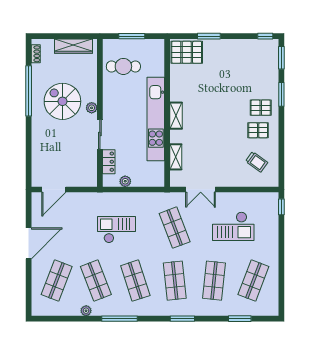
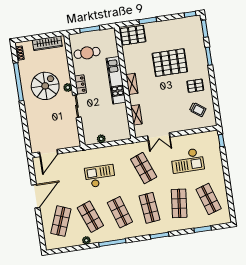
spiral stairs: (62, 101) -> (45, 86), turned 90
pallet: (261, 108) -> (170, 63), moved, width x2.05, depth x2.00
kitchen unit: (156, 119) -> (116, 80), width x0.73
locker: (109, 162) -> (80, 84), moved
shop shelf: (253, 281) -> (209, 199), turned -39

